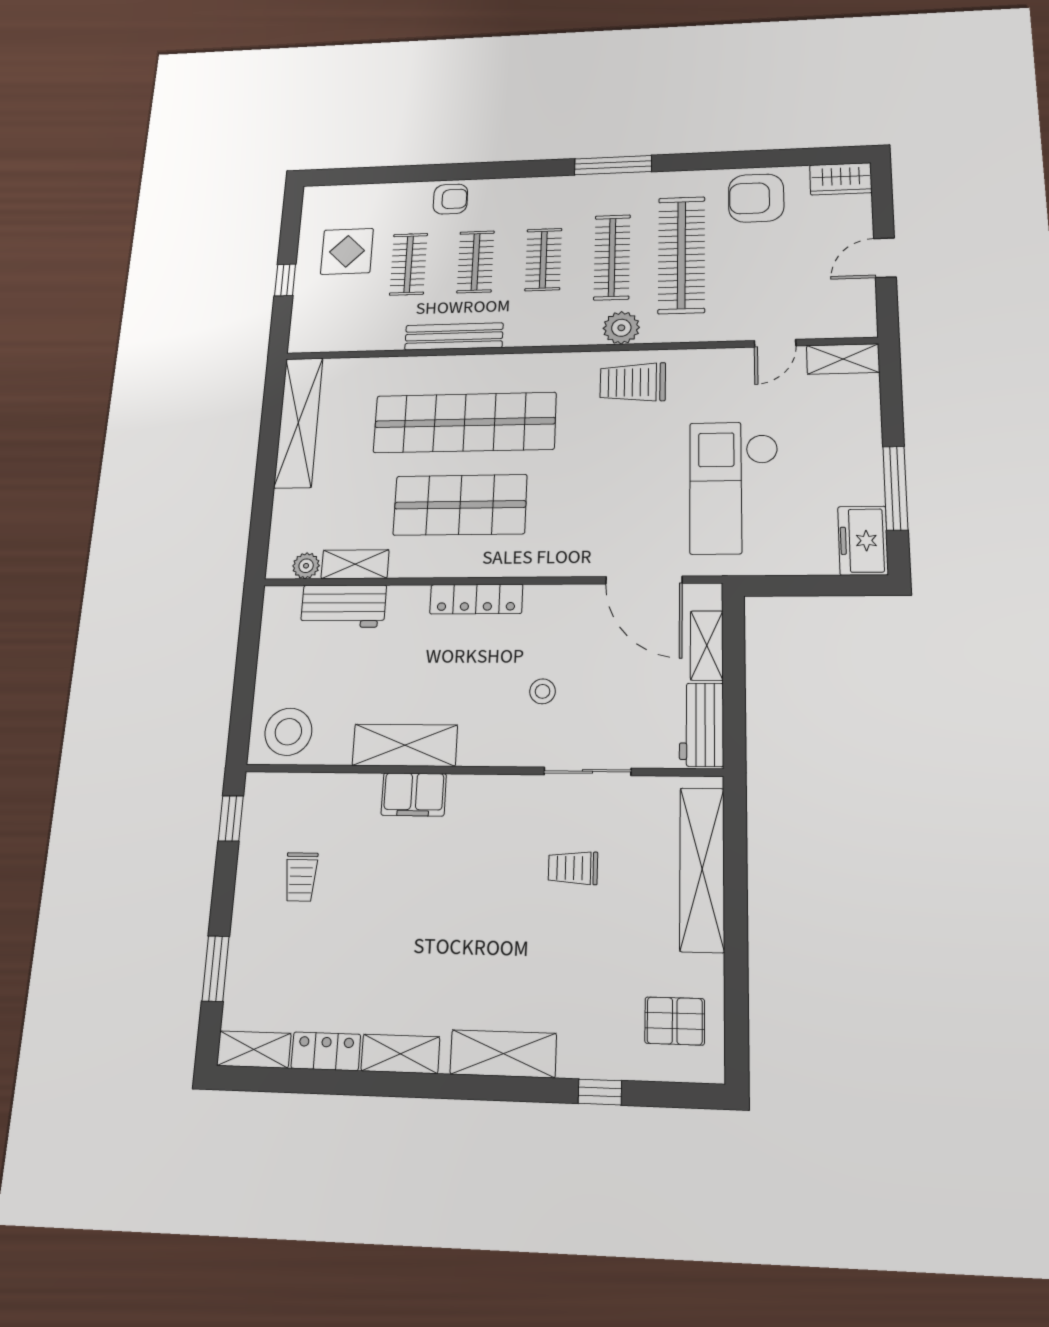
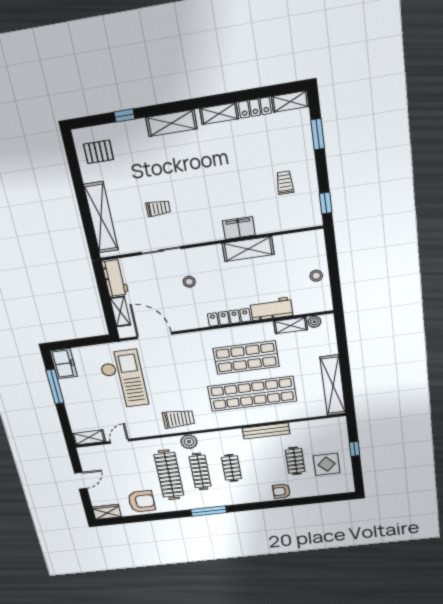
clothes rail: (476, 262) -> (263, 464), removed
workbench: (343, 606) -> (271, 309), moved
stool: (288, 732) -> (316, 276), moved, width x0.53, depth x0.53

